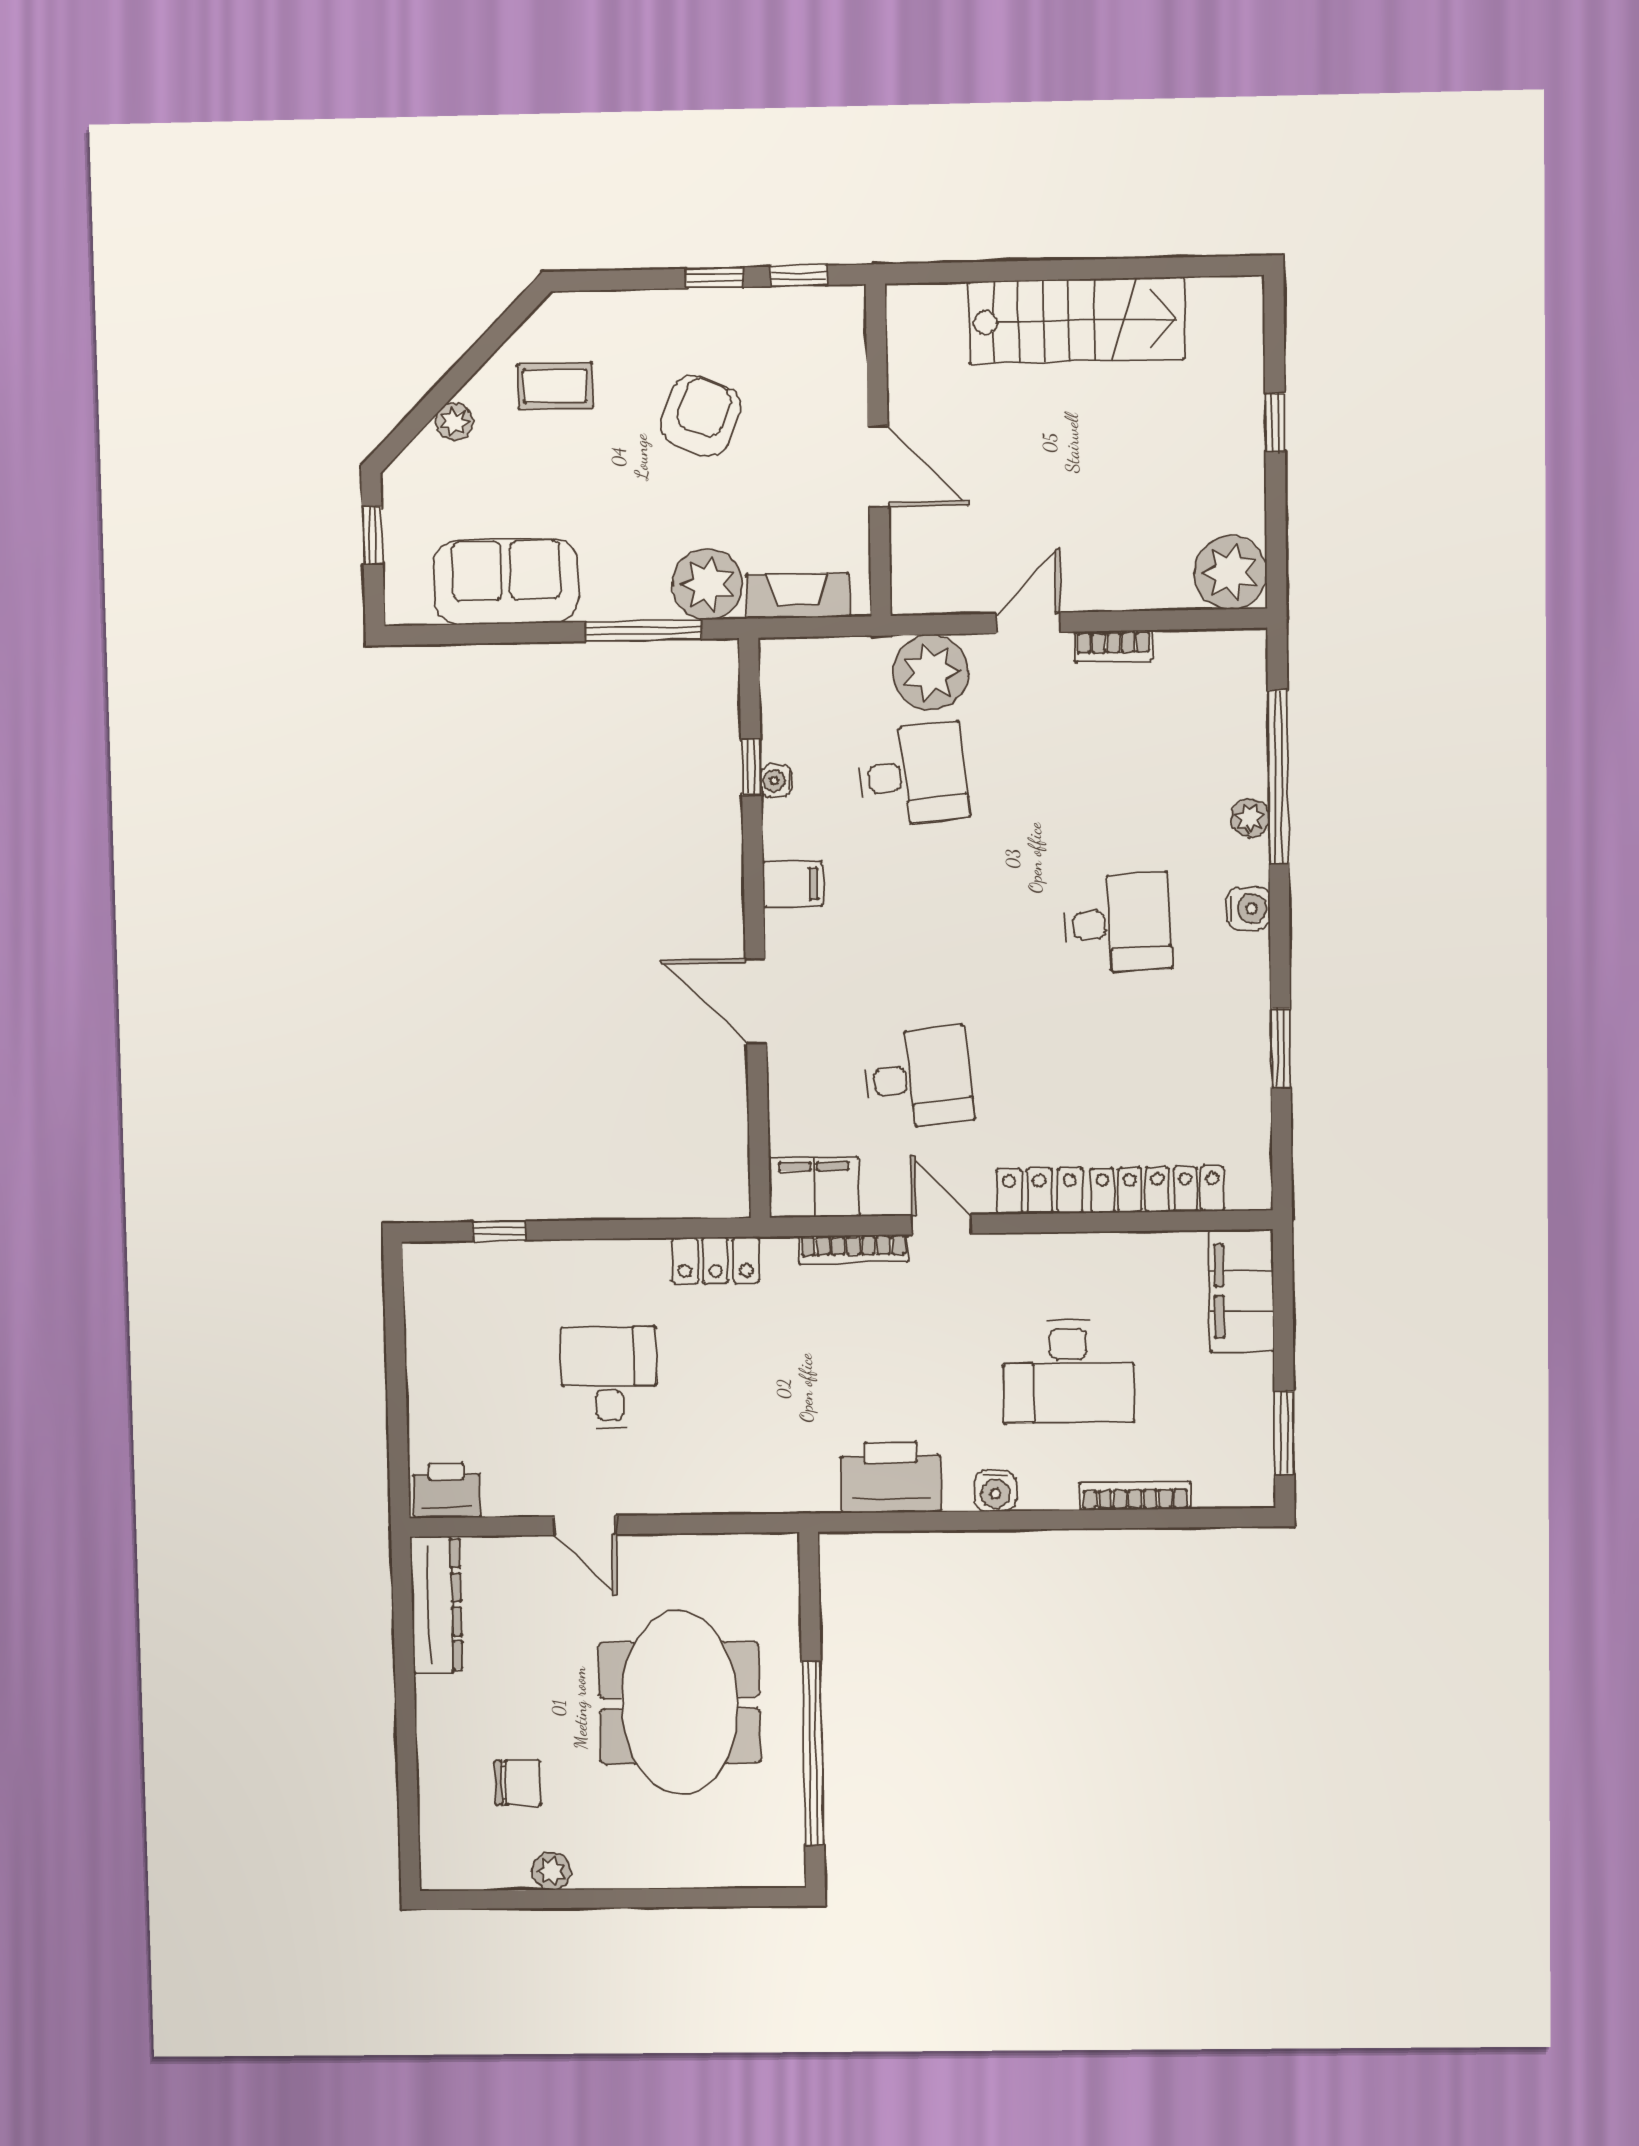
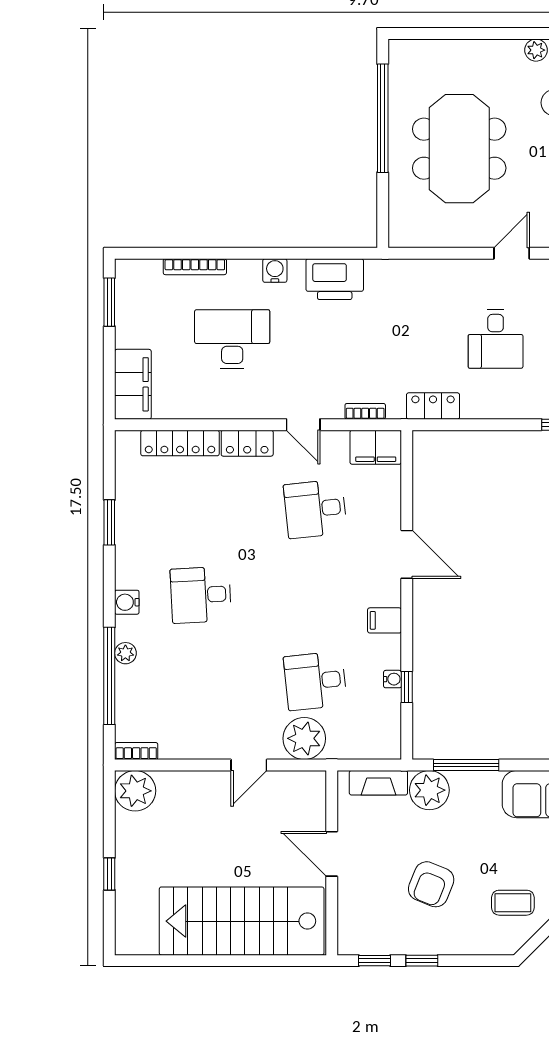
stairs: (1076, 320) -> (242, 921), width x1.36, depth x1.51
bookcase: (1113, 646) -> (136, 751), moved
bookcase: (853, 1249) -> (365, 411), width x0.64
door: (585, 1525) -> (512, 253), hinge flipped

